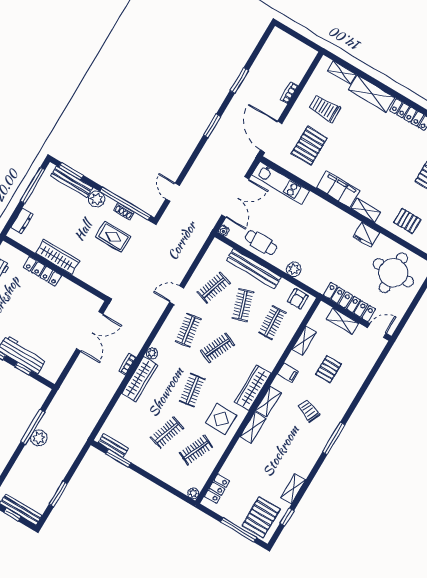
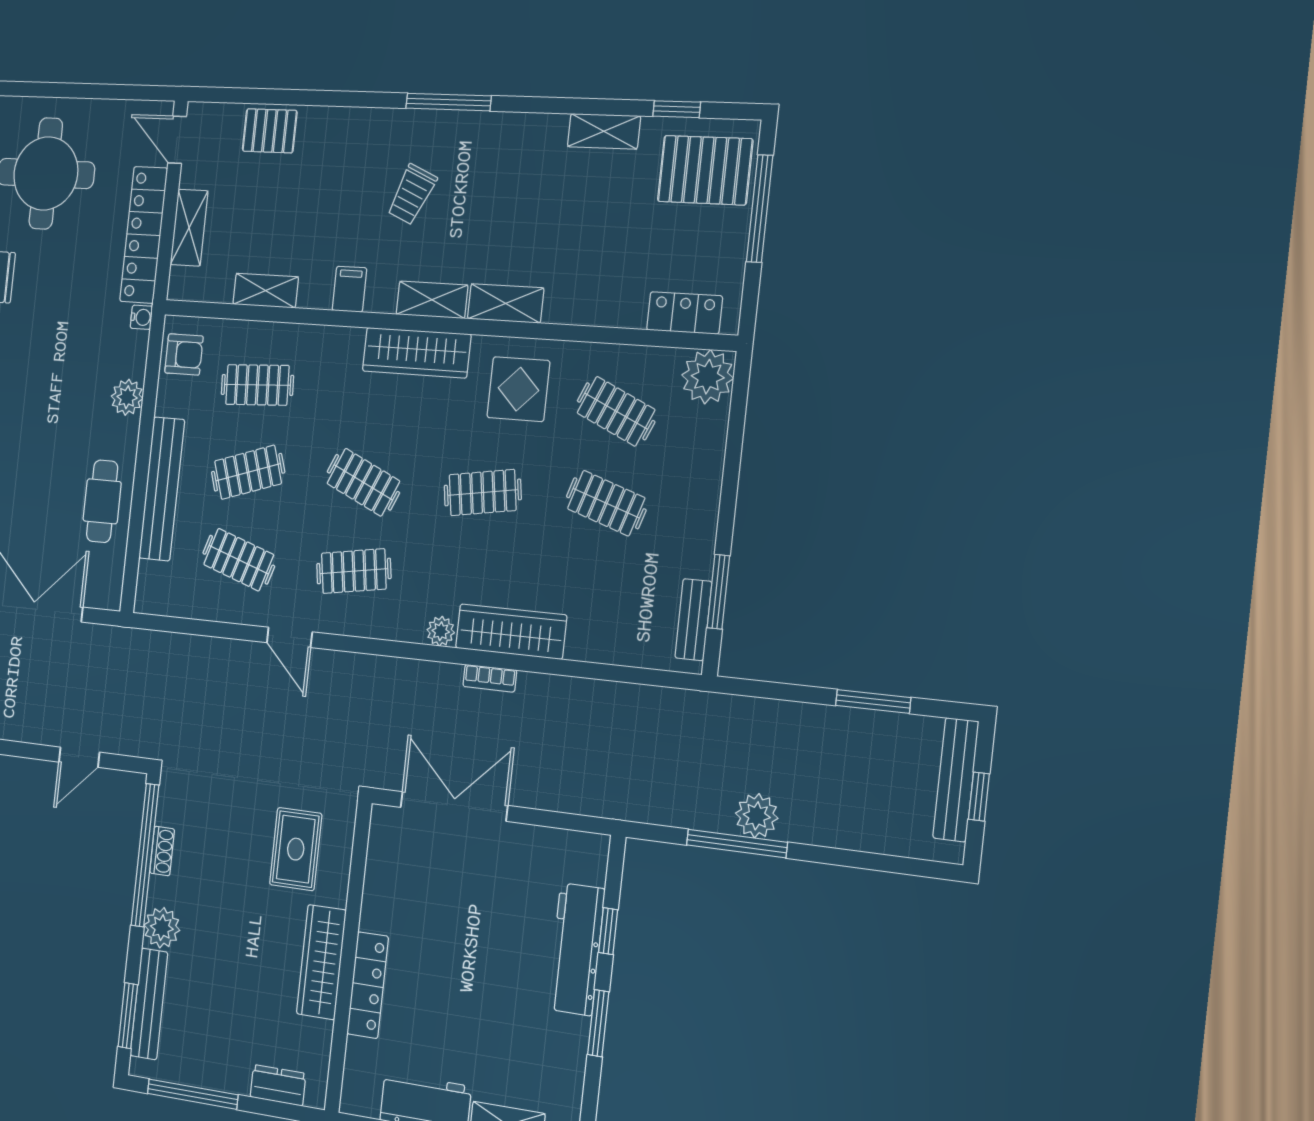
water cooler: (224, 231) -> (141, 317), moved
rug: (113, 237) -> (296, 849), moved
pallet: (328, 369) -> (270, 131), moved
plant: (193, 493) -> (708, 377), width x1.87, depth x1.87

